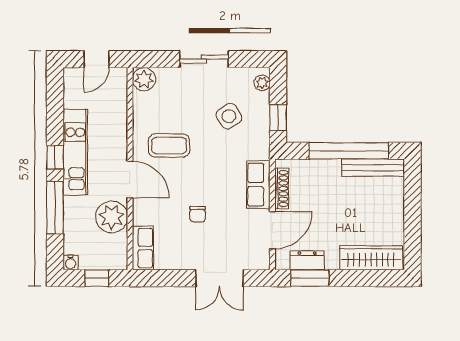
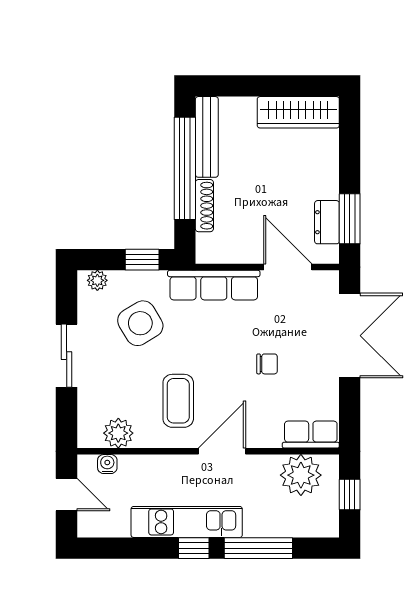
plant: (144, 79) -> (118, 433), moved
side table: (229, 116) -> (140, 323), width x1.37, depth x1.37
row of seats: (258, 185) -> (214, 285), width x1.48
shoe rack: (282, 188) -> (204, 206), moved, turned 90
plant: (112, 217) -> (301, 475), moved
wardrobe: (371, 258) -> (298, 112), moved, turned -90
water cooler: (71, 263) -> (107, 464), moved, turned -90
double door: (219, 278) -> (350, 336), width x1.37

